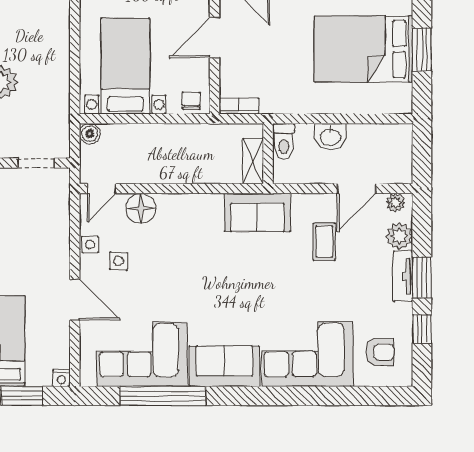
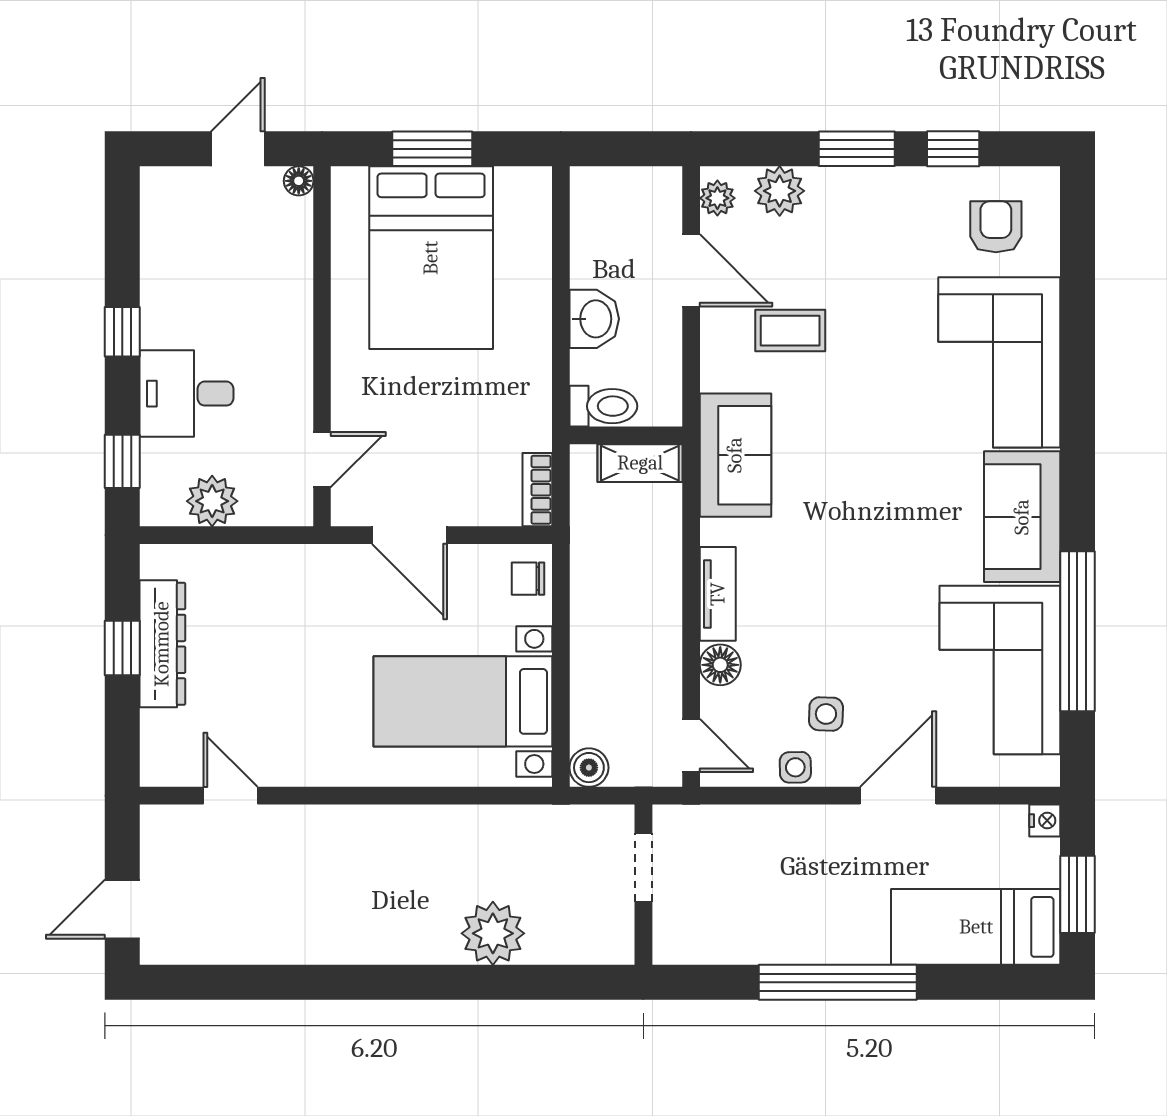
floor lamp: (141, 208) -> (720, 665), width x0.73, depth x0.73
tv unit: (403, 276) -> (718, 594), moved, turned -90

